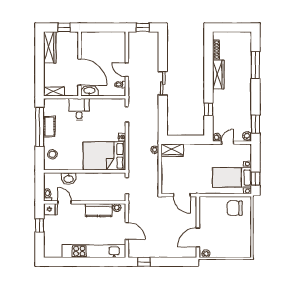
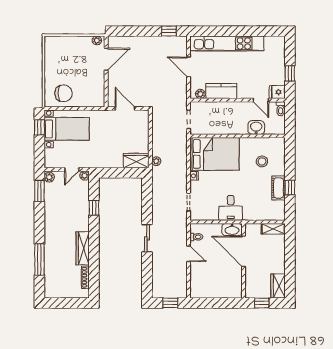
wardrobe: (50, 47) -> (278, 286), width x0.67
desk: (79, 109) -> (231, 208), moved
window: (40, 127) -> (290, 188), width x0.32
stool: (52, 154) -> (262, 161), moved

